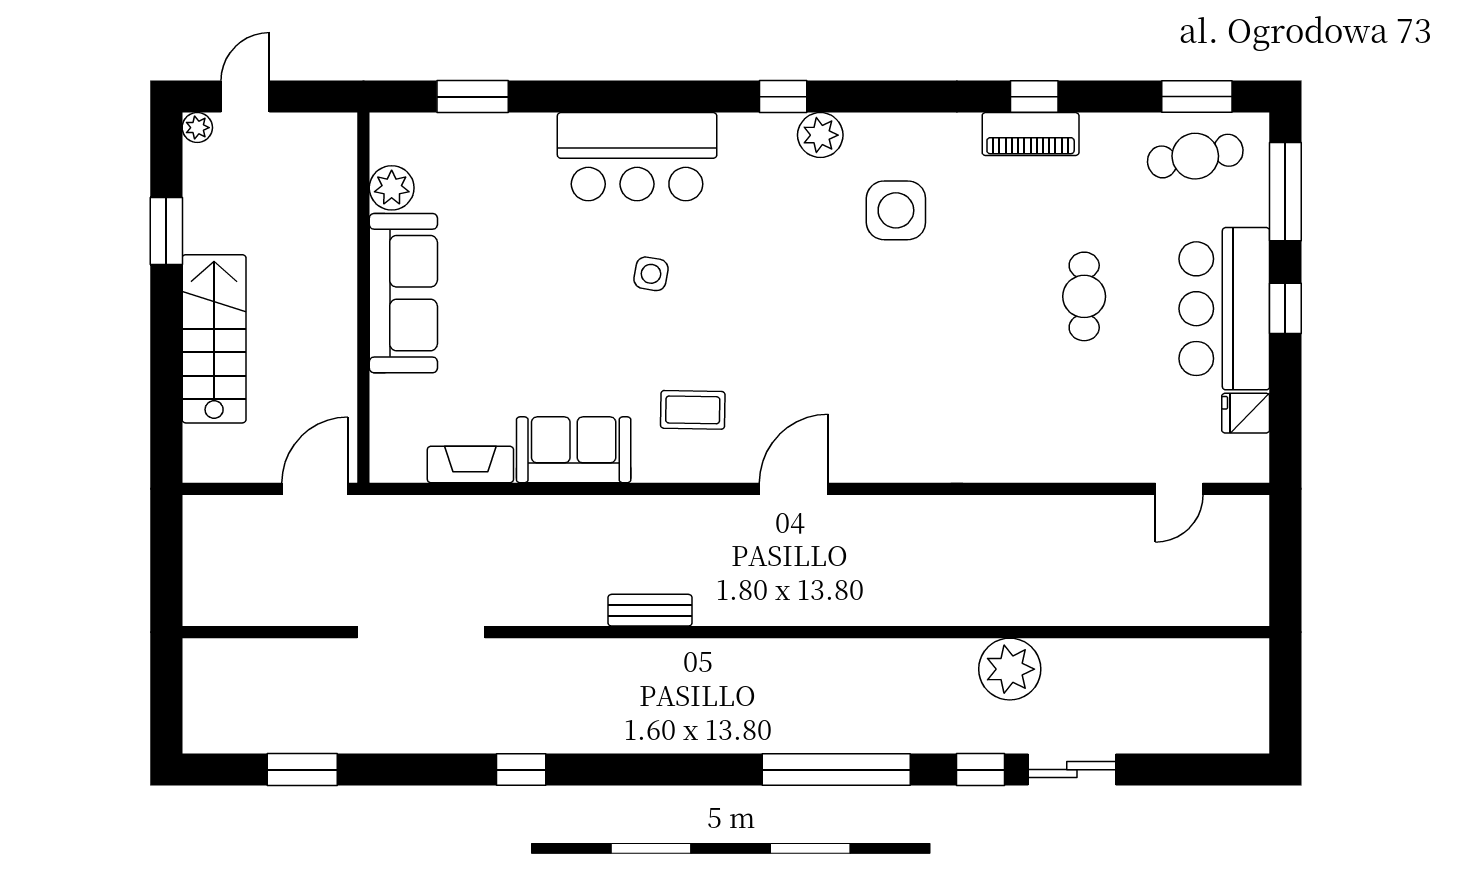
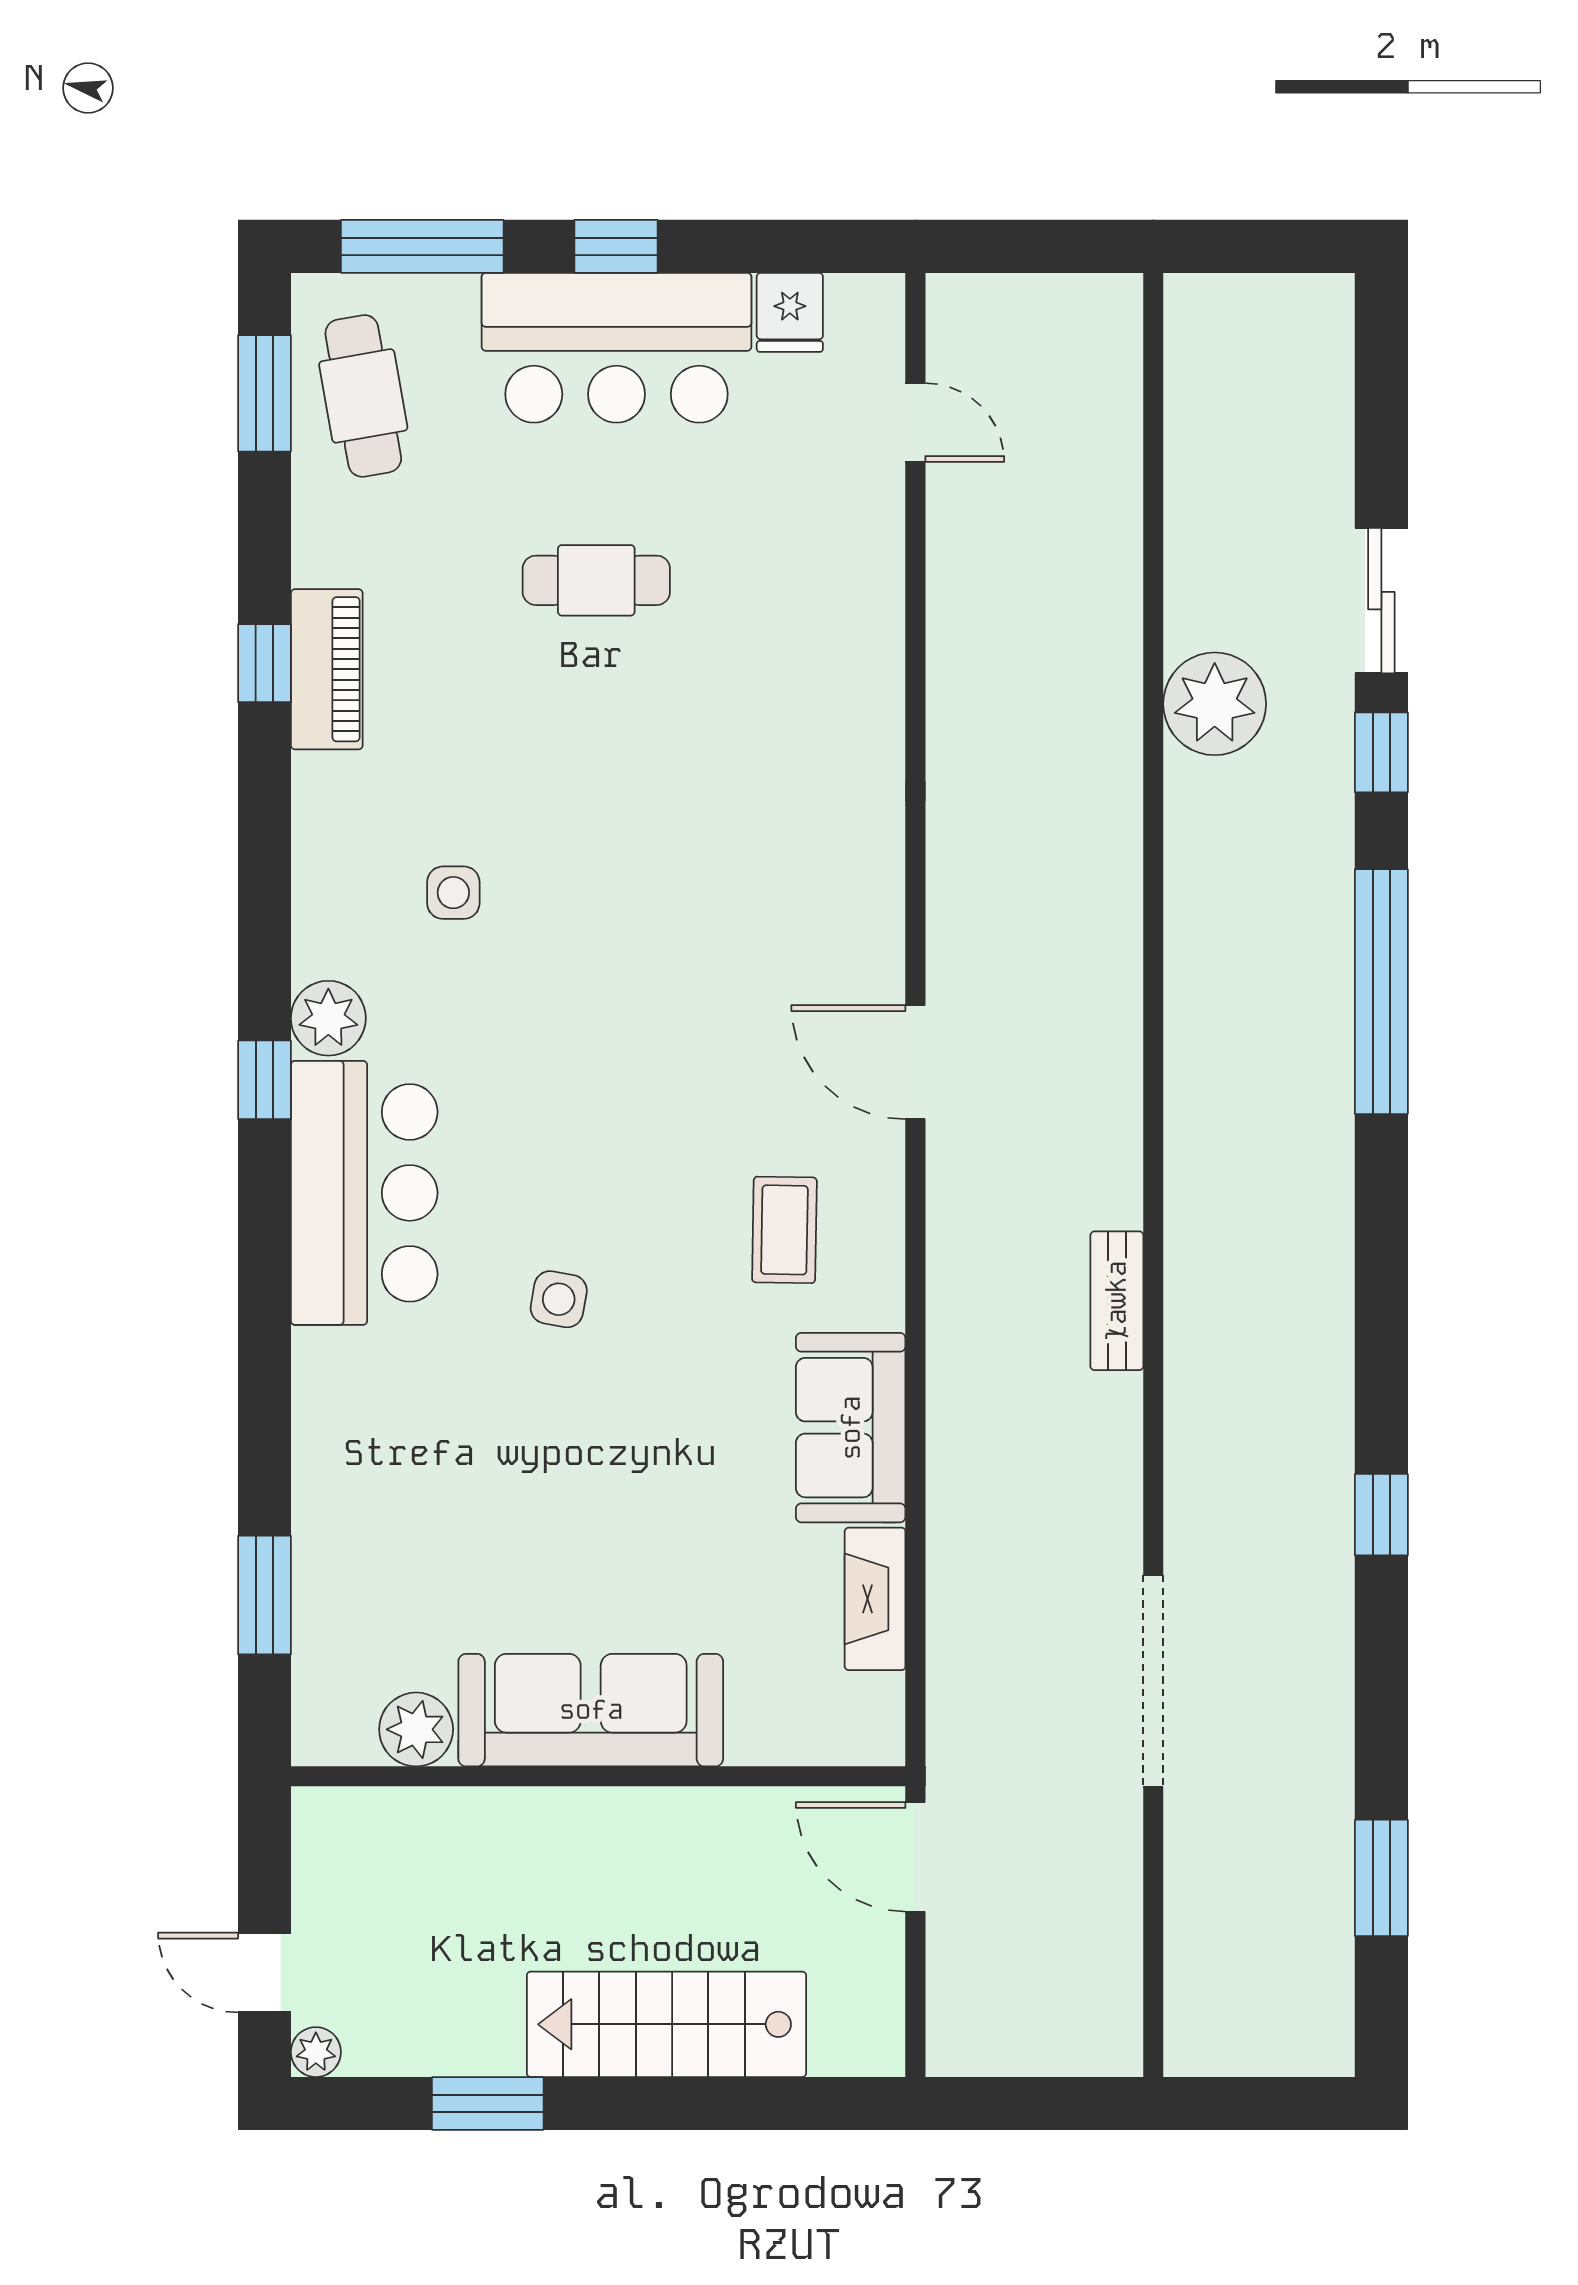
bar counter: (637, 157) -> (364, 1193), moved
side table: (896, 210) -> (453, 893), width x0.54, depth x0.54

